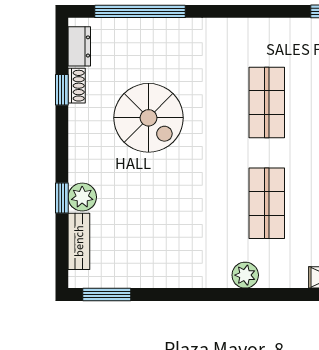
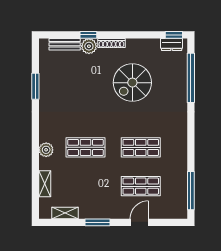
shoe rack: (77, 86) -> (111, 43), moved, width x1.43
window: (62, 90) -> (174, 35), moved
plant: (245, 275) -> (46, 150), moved
window: (107, 295) -> (35, 86), moved

